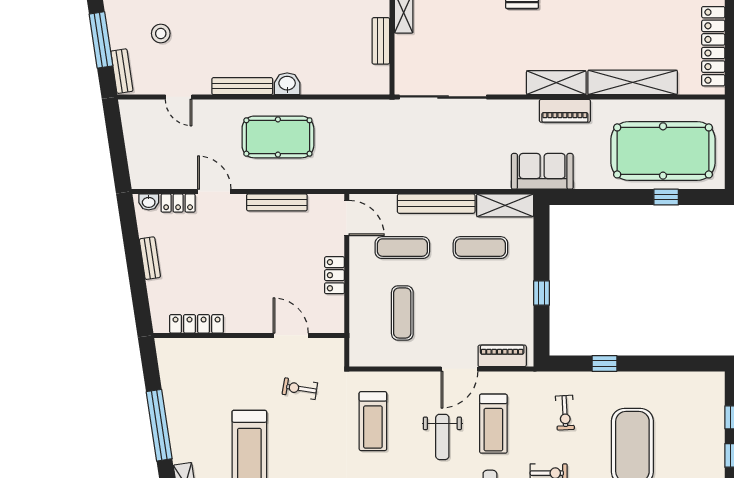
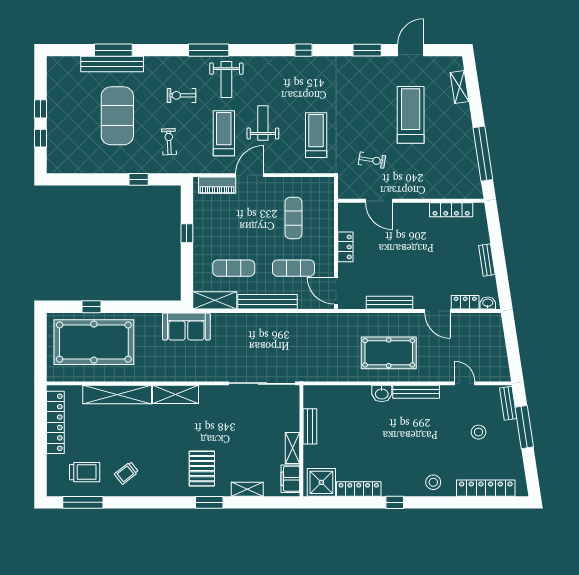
piano: (565, 111) -> (169, 373), removed
window: (159, 425) -> (483, 154), moved

